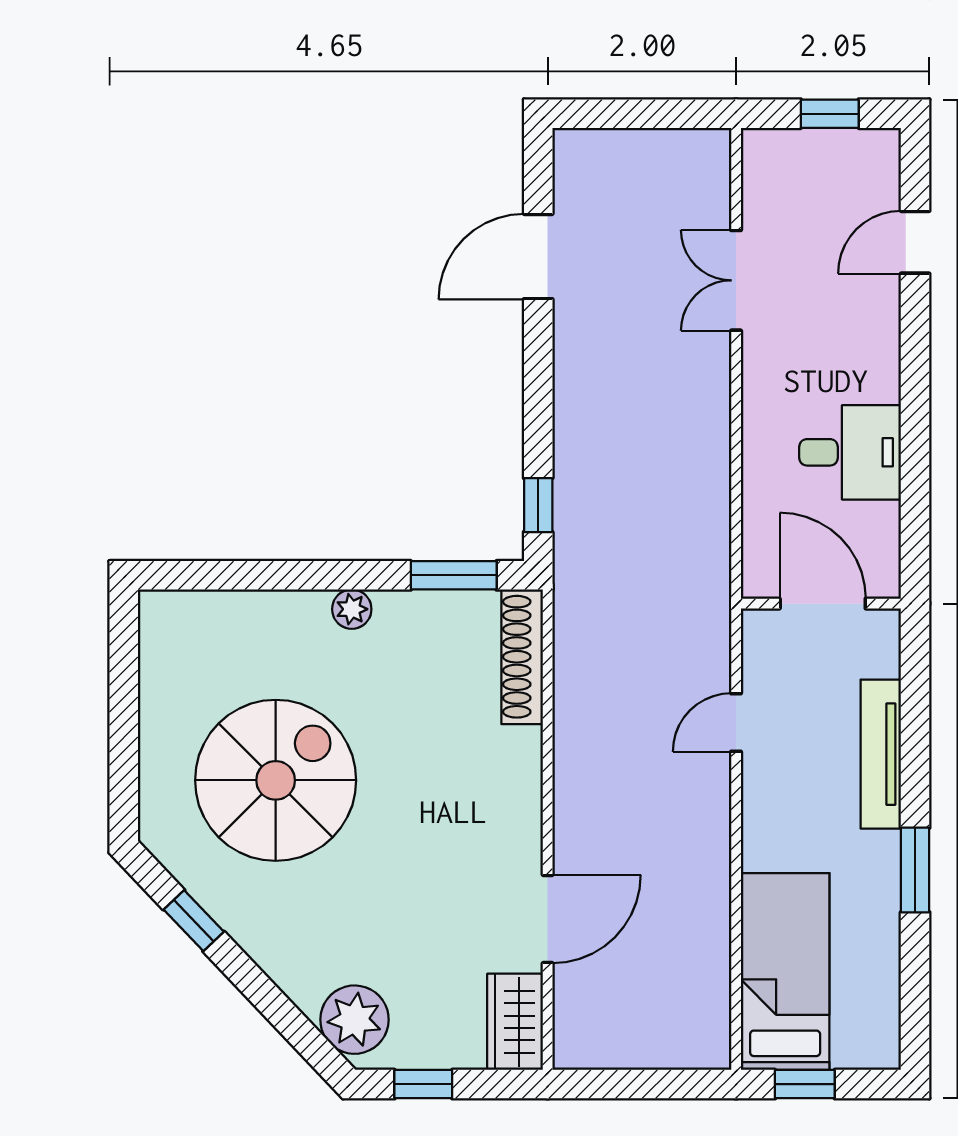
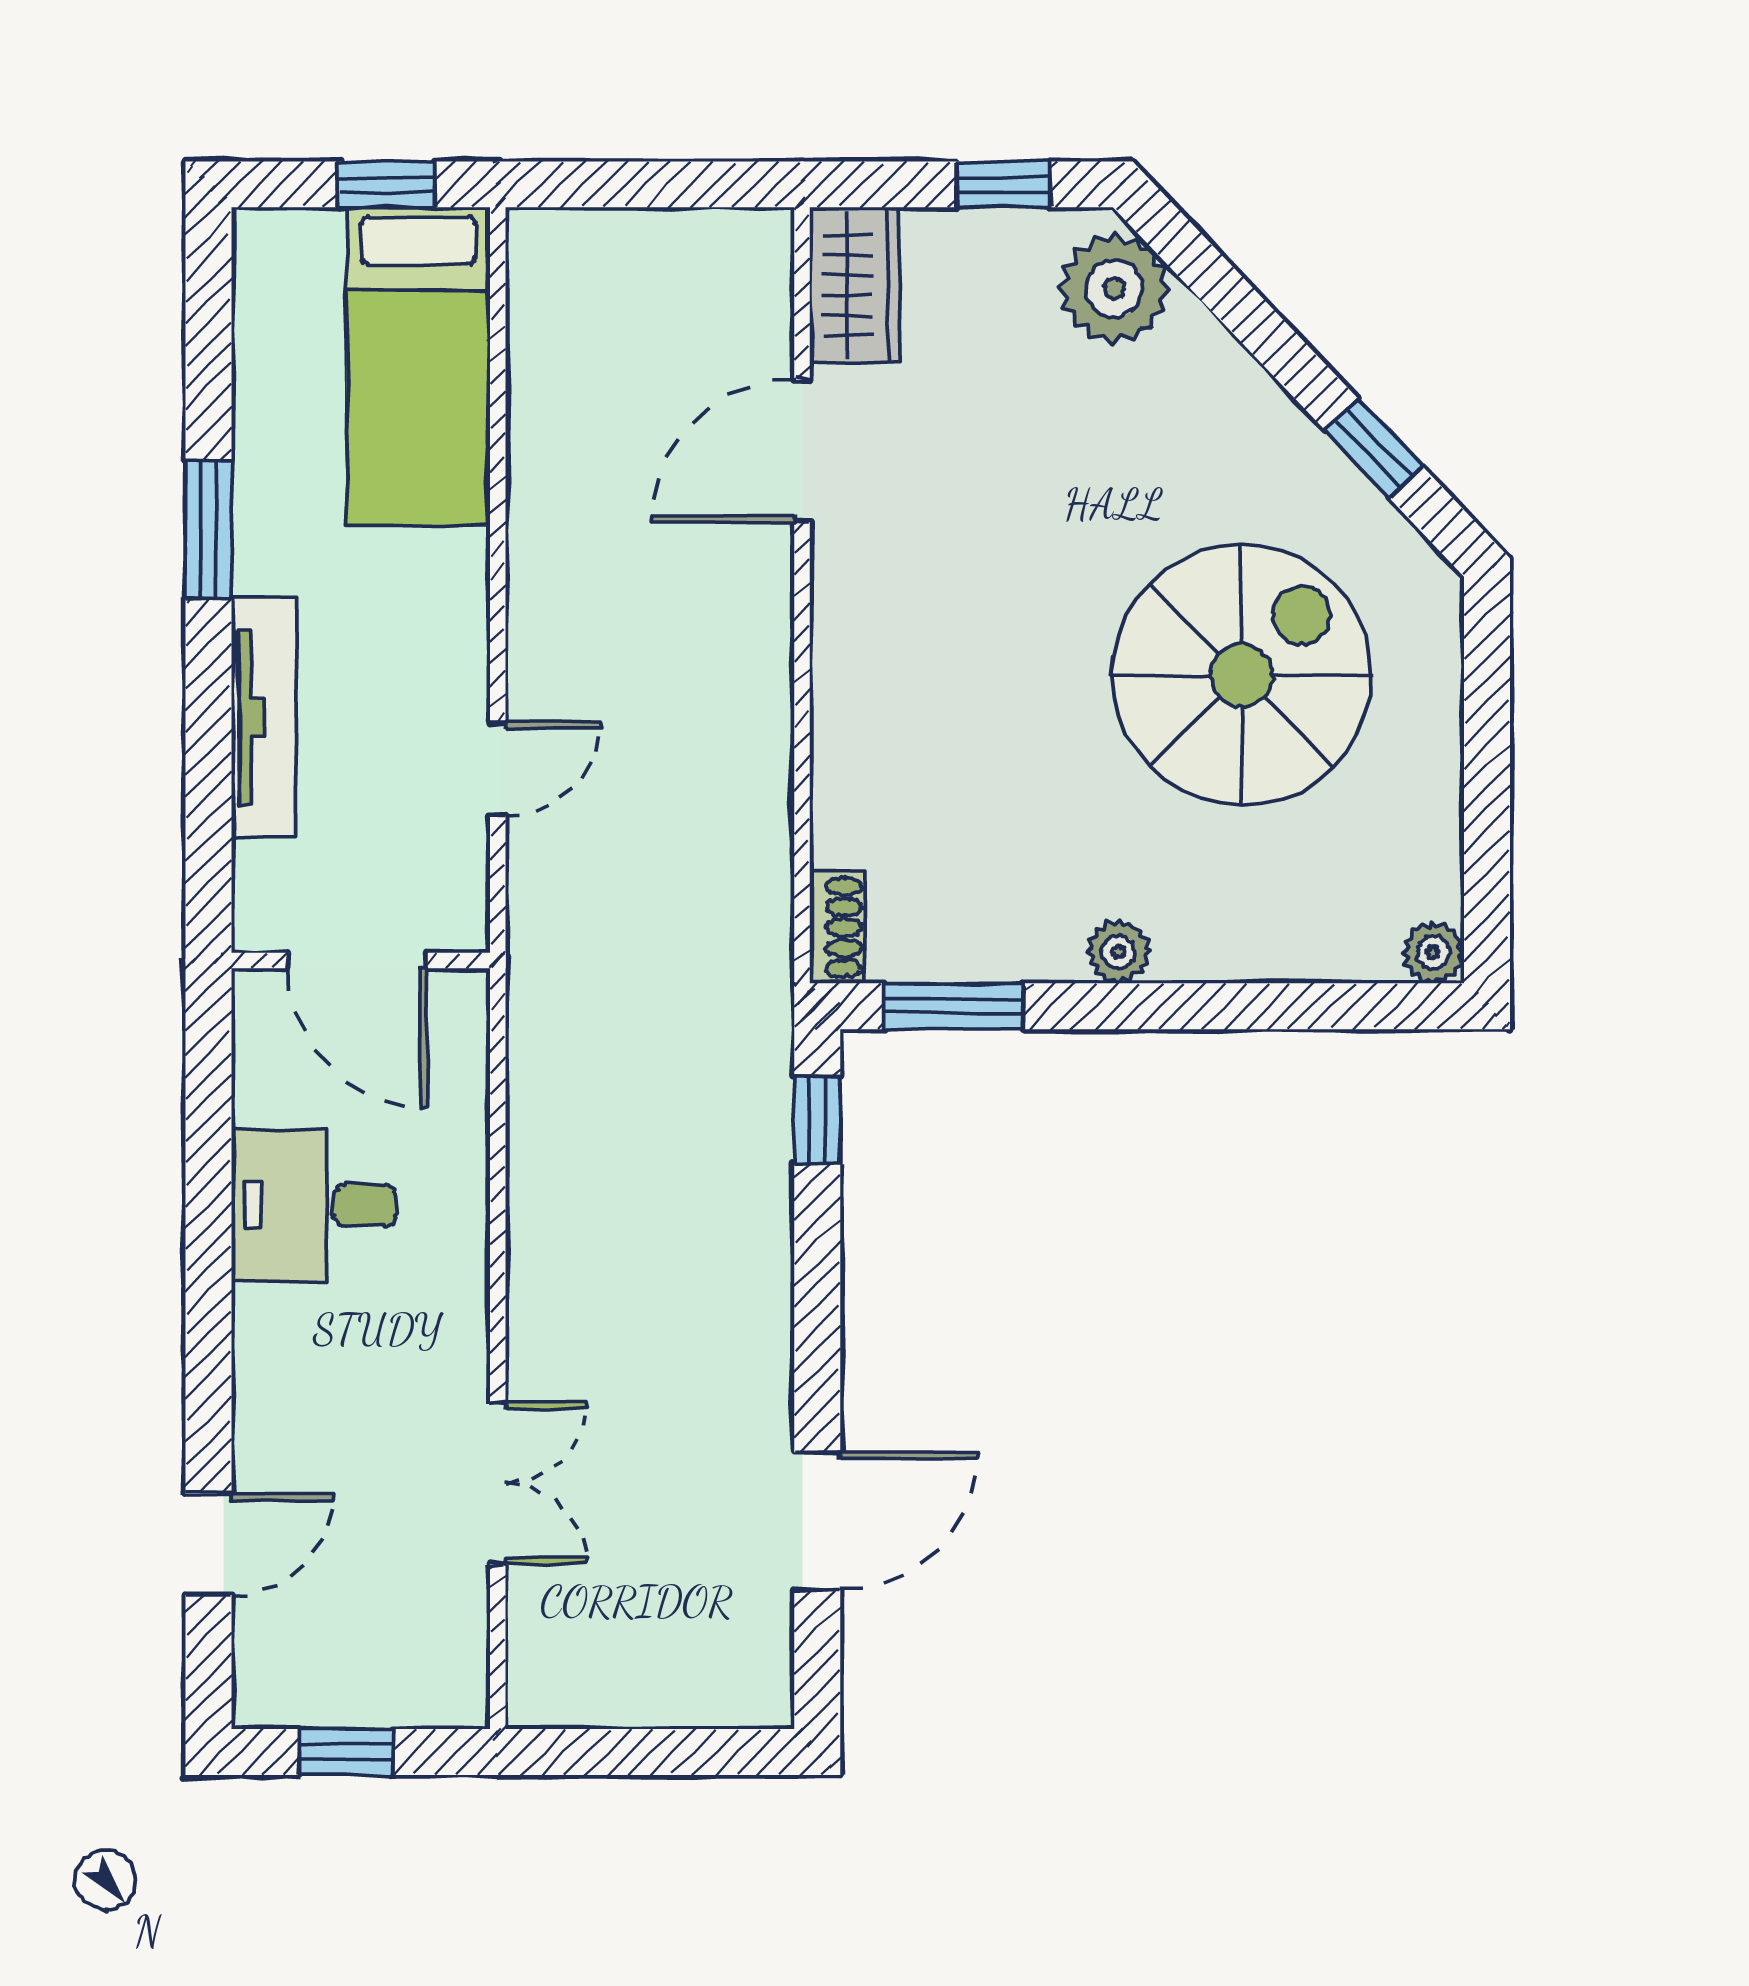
plant: (157, 609) -> (1433, 952), added
shoe rack: (522, 657) -> (837, 927), width x0.51, depth x0.81
spiral stairs: (276, 780) -> (1241, 675), turned 180

